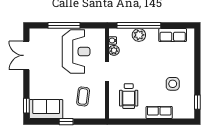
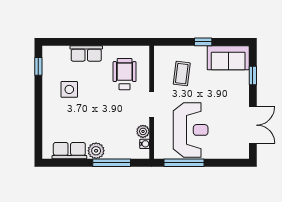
window: (64, 25) -> (184, 163), moved
window: (139, 25) -> (112, 163), width x0.68
plant: (139, 35) -> (96, 151), moved
reception desk: (76, 52) -> (191, 130), turned 180
window: (26, 106) -> (253, 76), moved

